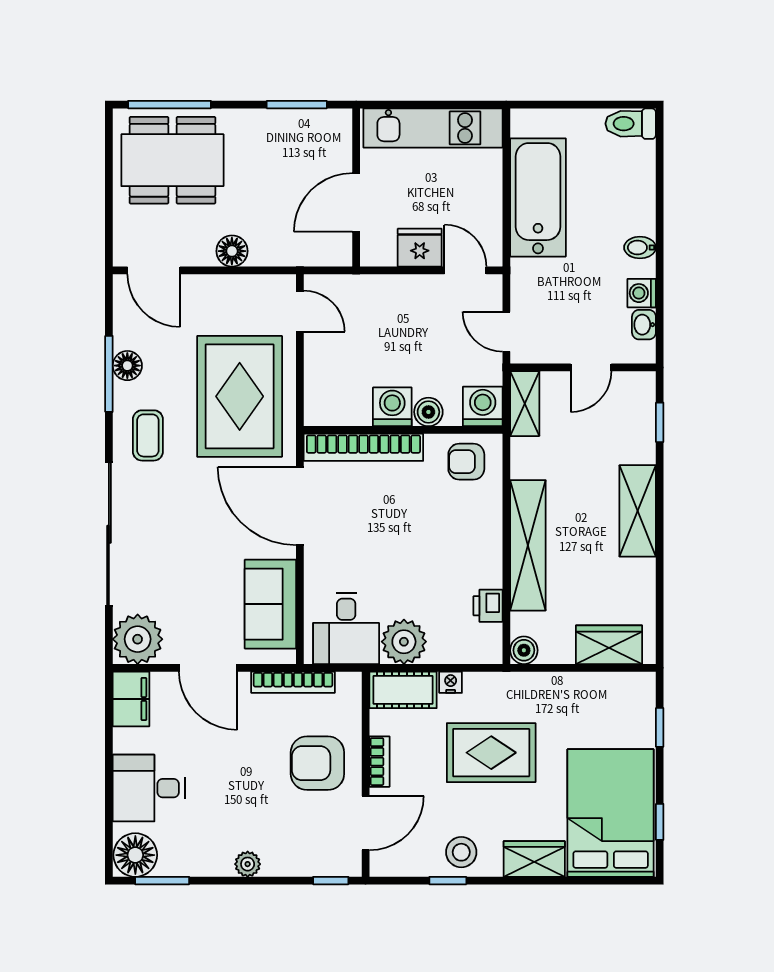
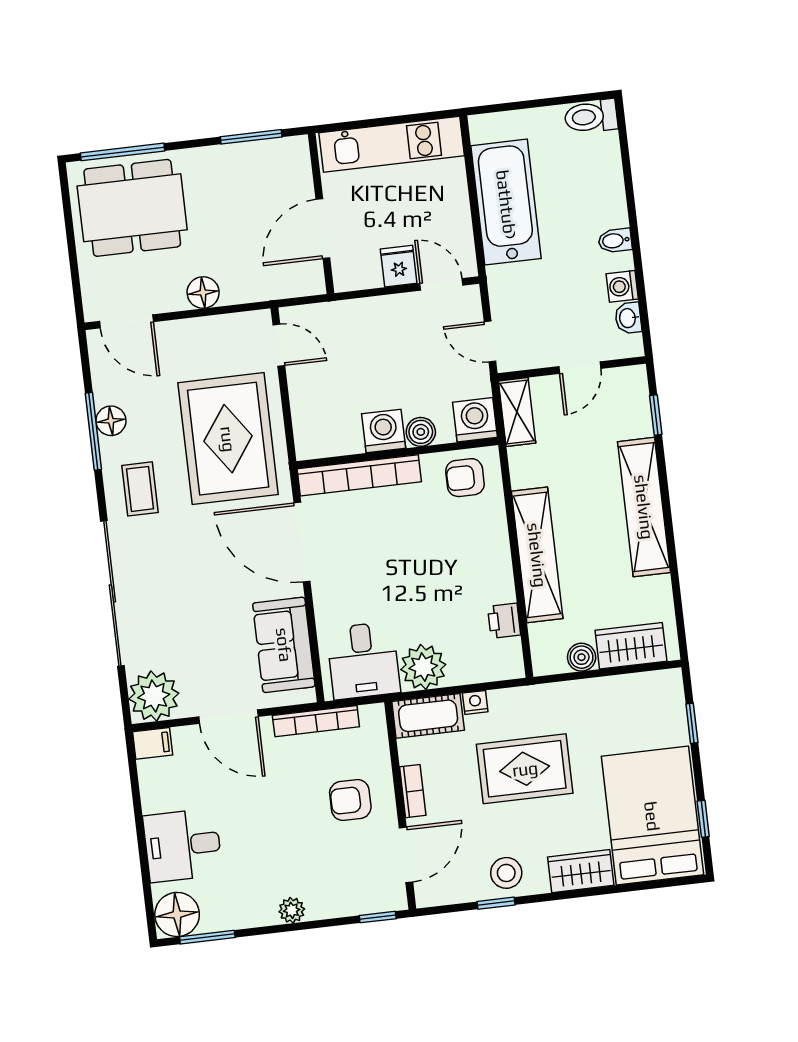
fridge: (420, 248) -> (399, 266), width x0.72
shelving: (638, 511) -> (644, 507), width x1.47
boiler: (524, 650) -> (582, 657), moved
filing cabinet: (131, 699) -> (153, 743), width x0.50
armchair: (317, 763) -> (350, 800), width x0.72, depth x0.72

